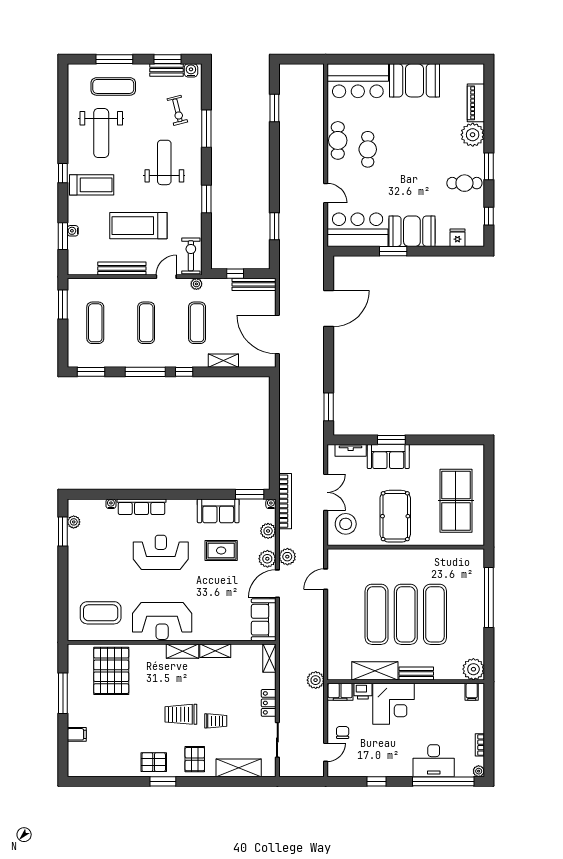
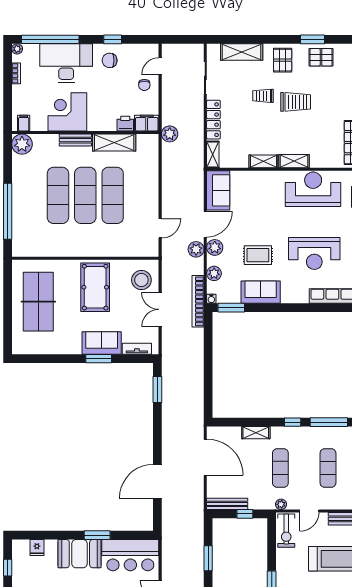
locker: (269, 703) -> (213, 120), width x1.53
corner desk: (394, 704) -> (67, 112), moved
chair: (380, 759) -> (110, 60), added
desk: (434, 761) -> (66, 63), width x1.36, depth x1.30

